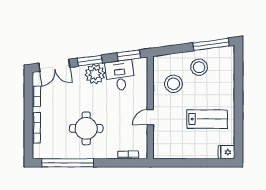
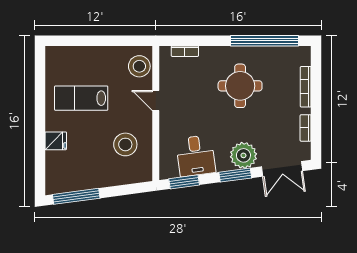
double door: (54, 65) -> (282, 169), swing flipped
stool: (199, 67) -> (139, 66), moved
plant: (95, 74) -> (243, 155), moved
door: (150, 117) -> (156, 101), swing flipped
fridge: (226, 152) -> (56, 141), moved

